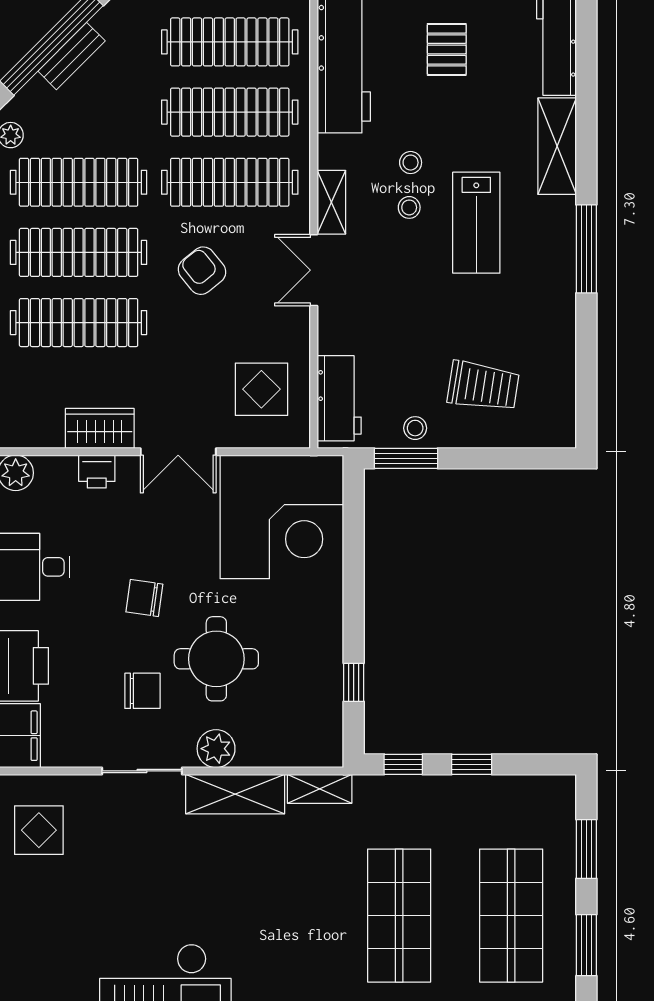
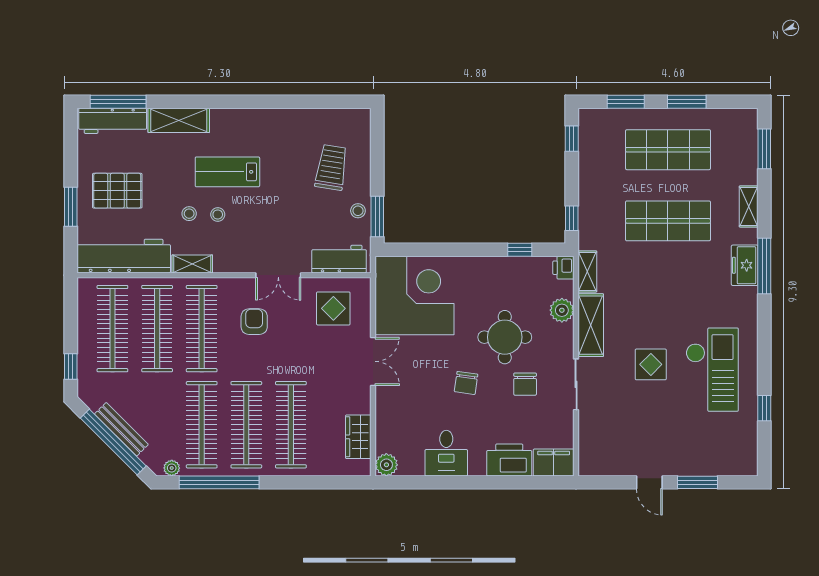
pallet: (447, 49) -> (117, 191), width x1.50, depth x1.42
bench: (72, 56) -> (121, 429), width x1.36
shelving: (331, 202) -> (192, 264), moved
lab bench: (476, 223) -> (227, 172), turned 180
window: (586, 249) -> (118, 102), moved
double door: (314, 270) -> (278, 275), moved
armchair: (202, 271) -> (254, 322), moved, turned 129
wardrobe: (100, 428) -> (358, 437), moved
printer: (97, 472) -> (563, 268), moved, turned 180
chair: (142, 691) -> (525, 384), turned 180
plant: (216, 749) -> (562, 310), moved
window: (472, 764) -> (572, 139), moved
display table: (39, 830) -> (651, 364), moved

